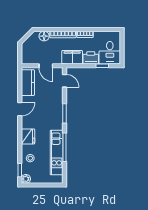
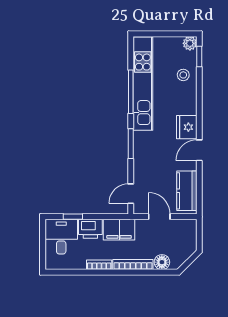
door: (64, 81) -> (131, 194), hinge flipped
fridge: (28, 136) -> (187, 127), moved
kitchen unit: (57, 153) -> (143, 84), width x1.36

